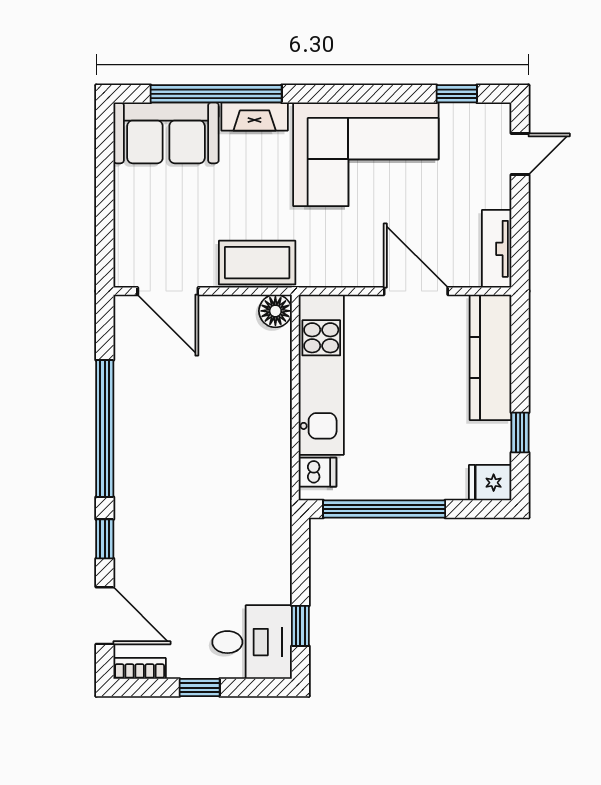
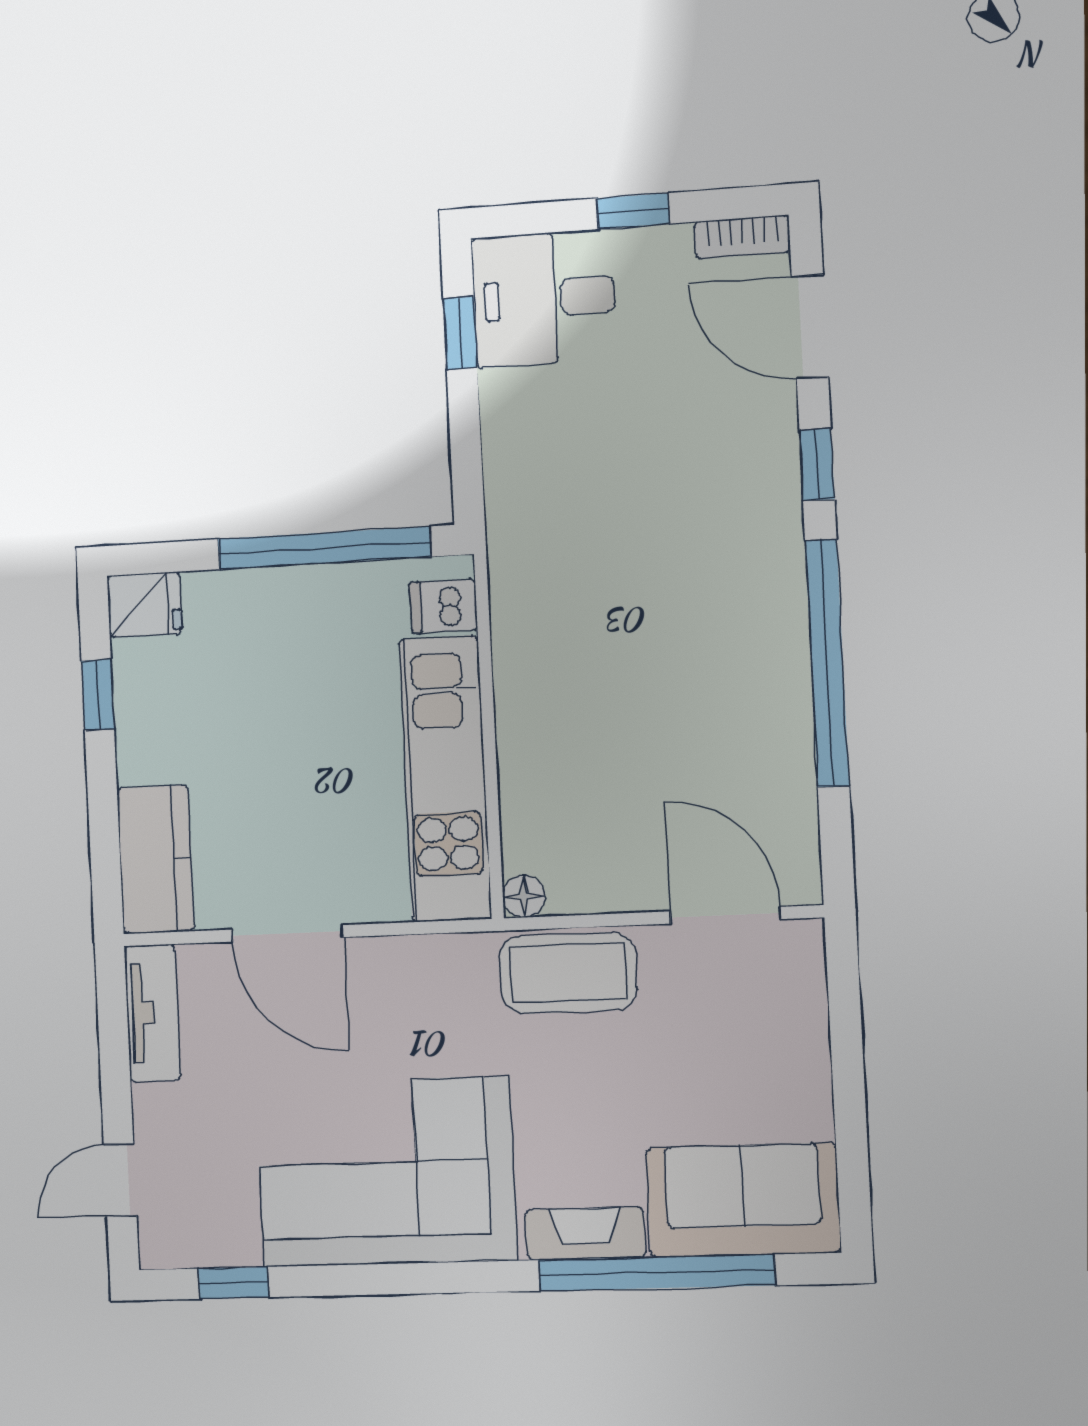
floor lamp: (275, 311) -> (524, 896), width x0.73, depth x0.73
kitchen counter: (491, 358) -> (156, 859), width x0.67

